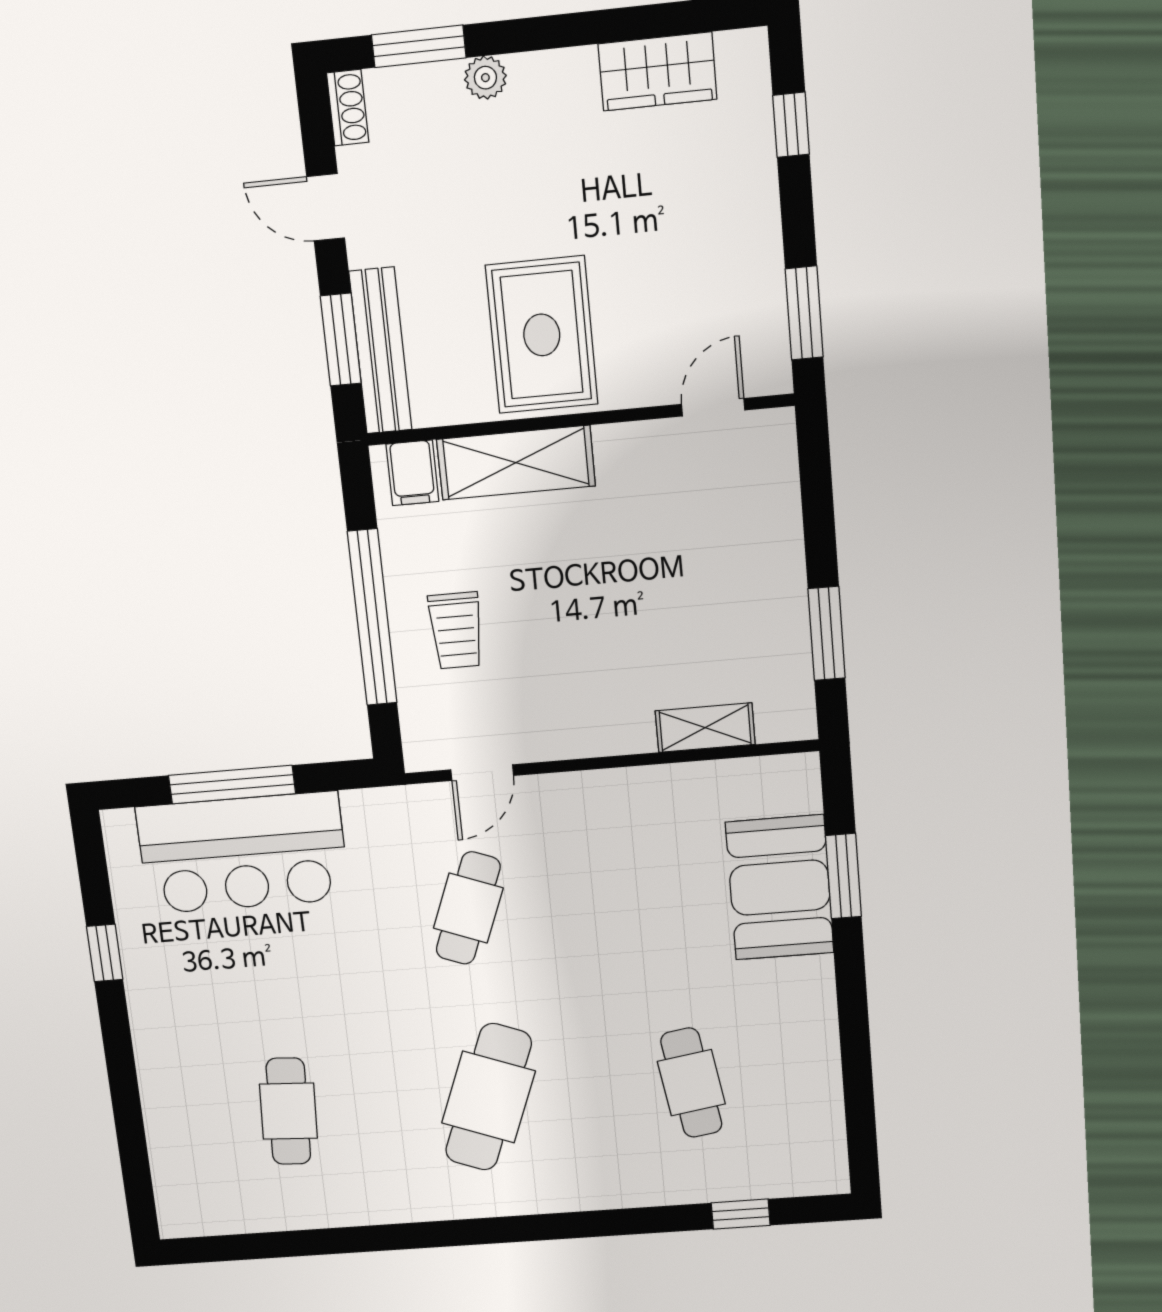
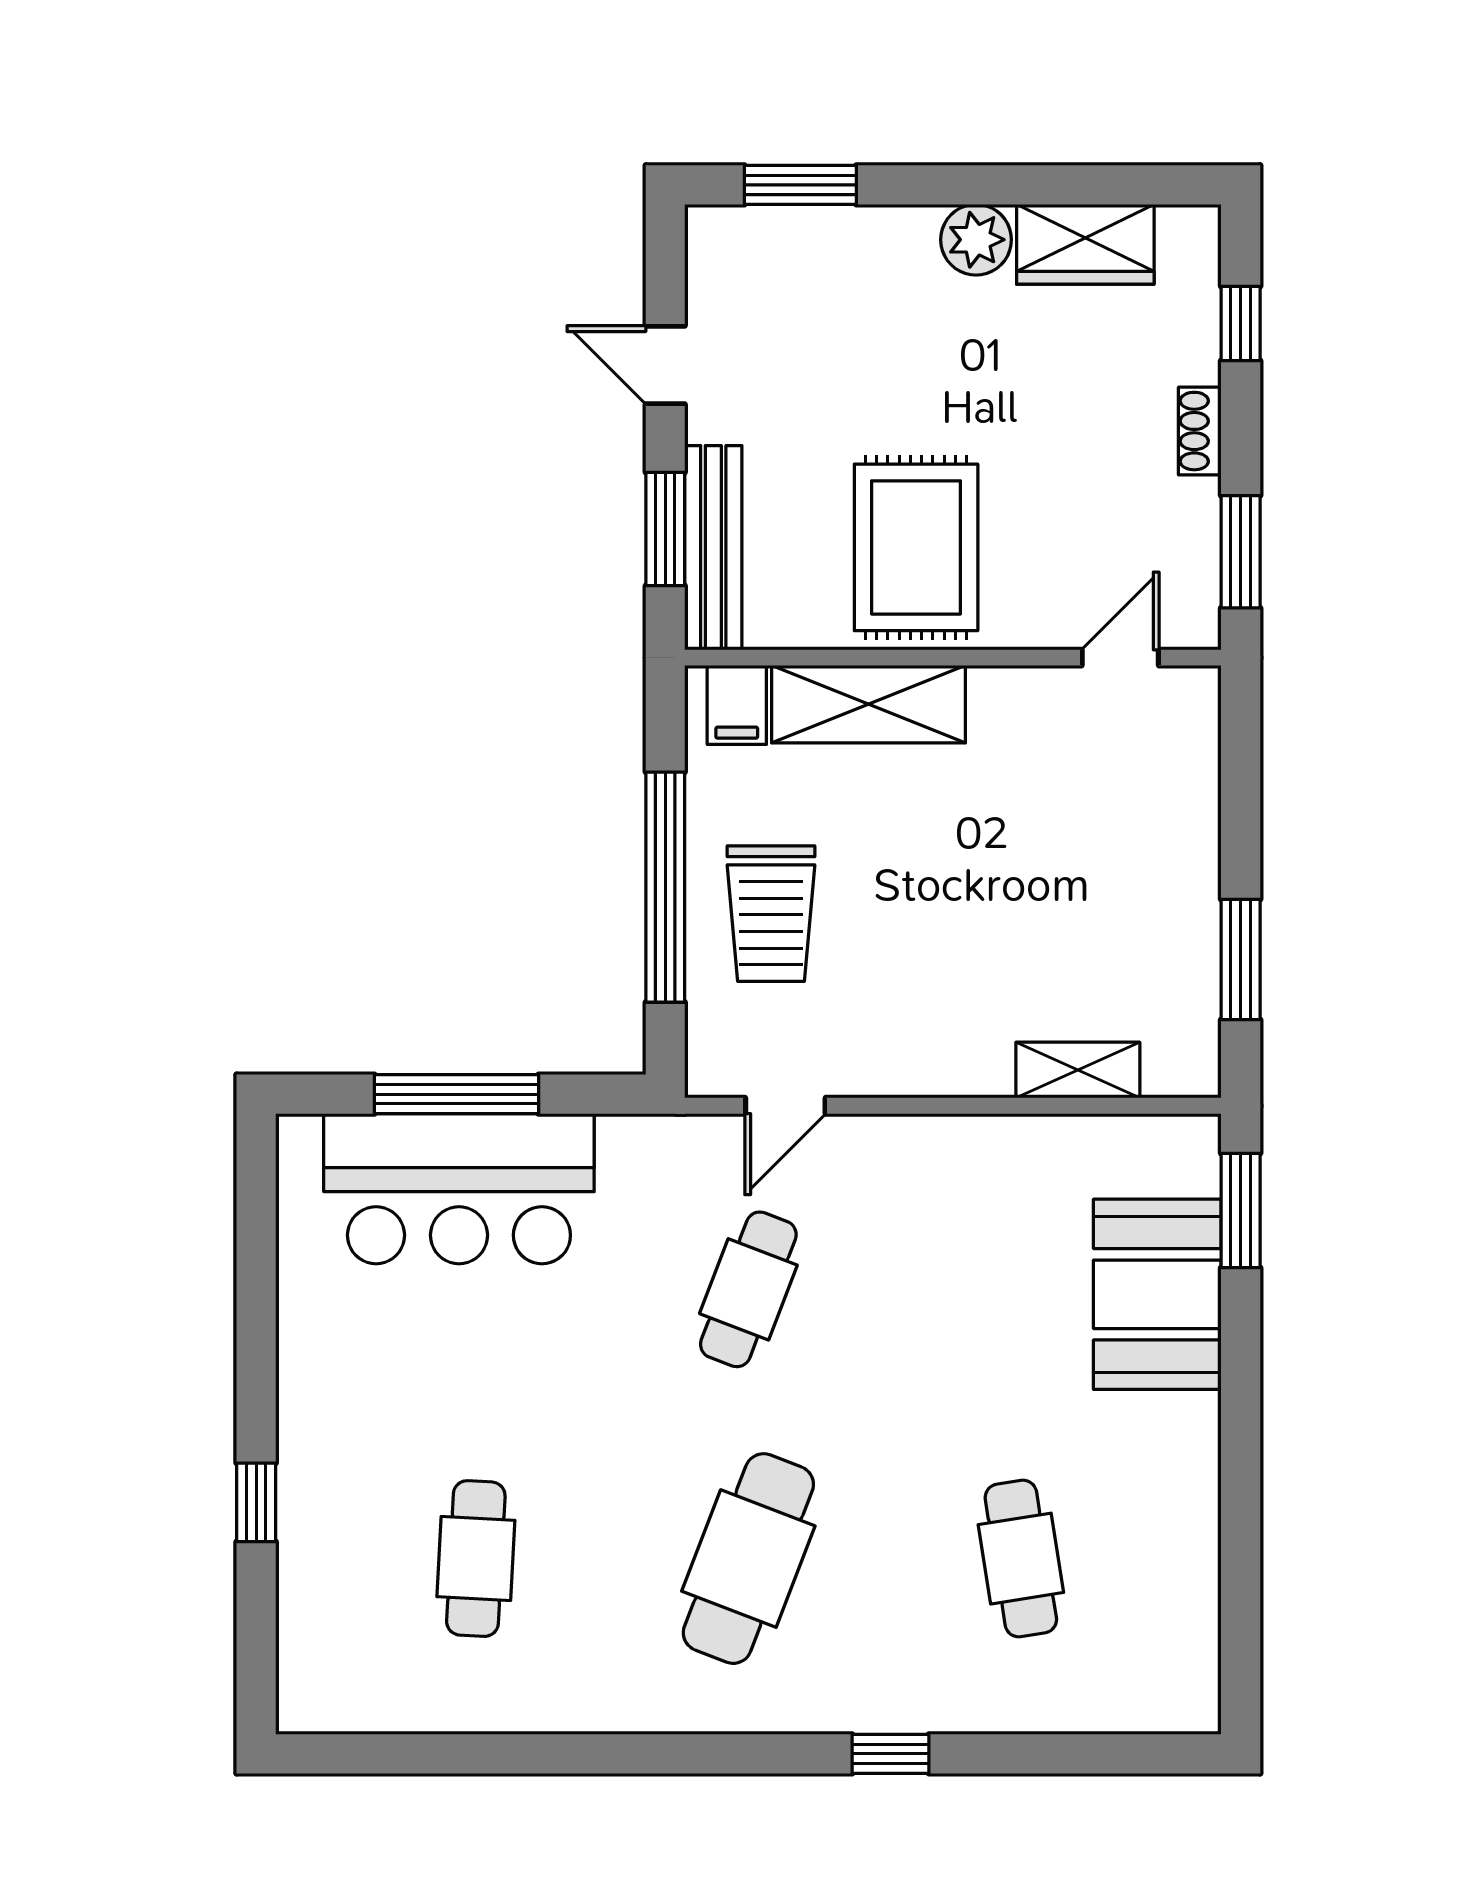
plant: (485, 78) -> (976, 240), moved, width x1.38, depth x1.38
shoe rack: (348, 108) -> (1200, 431), moved, turned 180
trolley: (456, 630) -> (771, 914), width x1.36, depth x1.39
window: (843, 876) -> (1241, 1211), moved
window: (105, 953) -> (256, 1502), moved
window: (741, 1214) -> (891, 1754), moved

